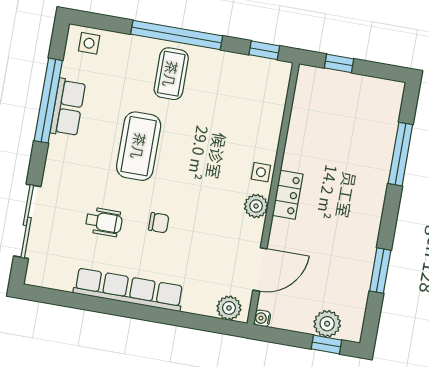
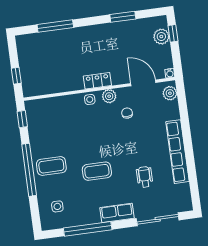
side table: (89, 43) -> (57, 206), moved
row of seats: (68, 107) -> (117, 213), moved
coffee table: (139, 146) -> (97, 171), width x0.73, depth x0.76
chair: (159, 223) -> (127, 113), moved

